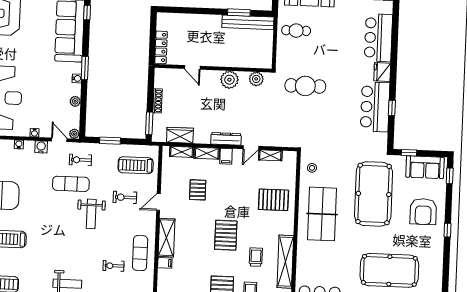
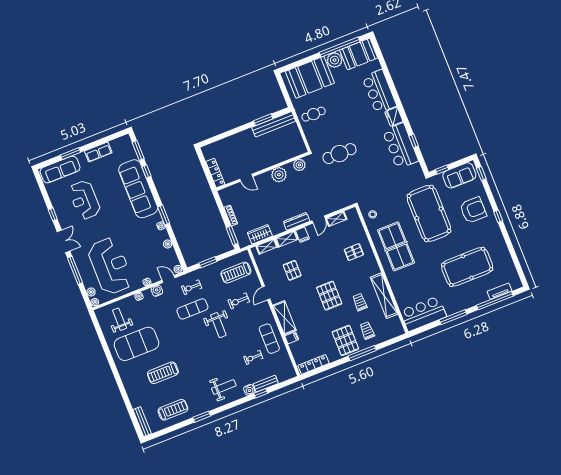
pallet: (274, 200) -> (354, 252), width x0.67, depth x0.71
armchair: (423, 212) -> (473, 210), turned -90

